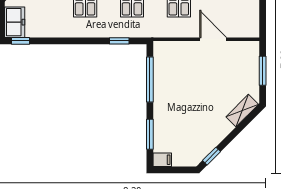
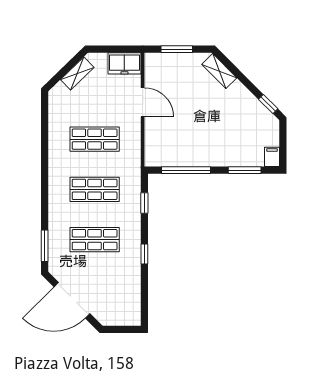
freezer: (15, 22) -> (124, 63), moved, turned 180
door: (213, 39) -> (143, 102), swing flipped
window: (20, 41) -> (144, 254), moved

